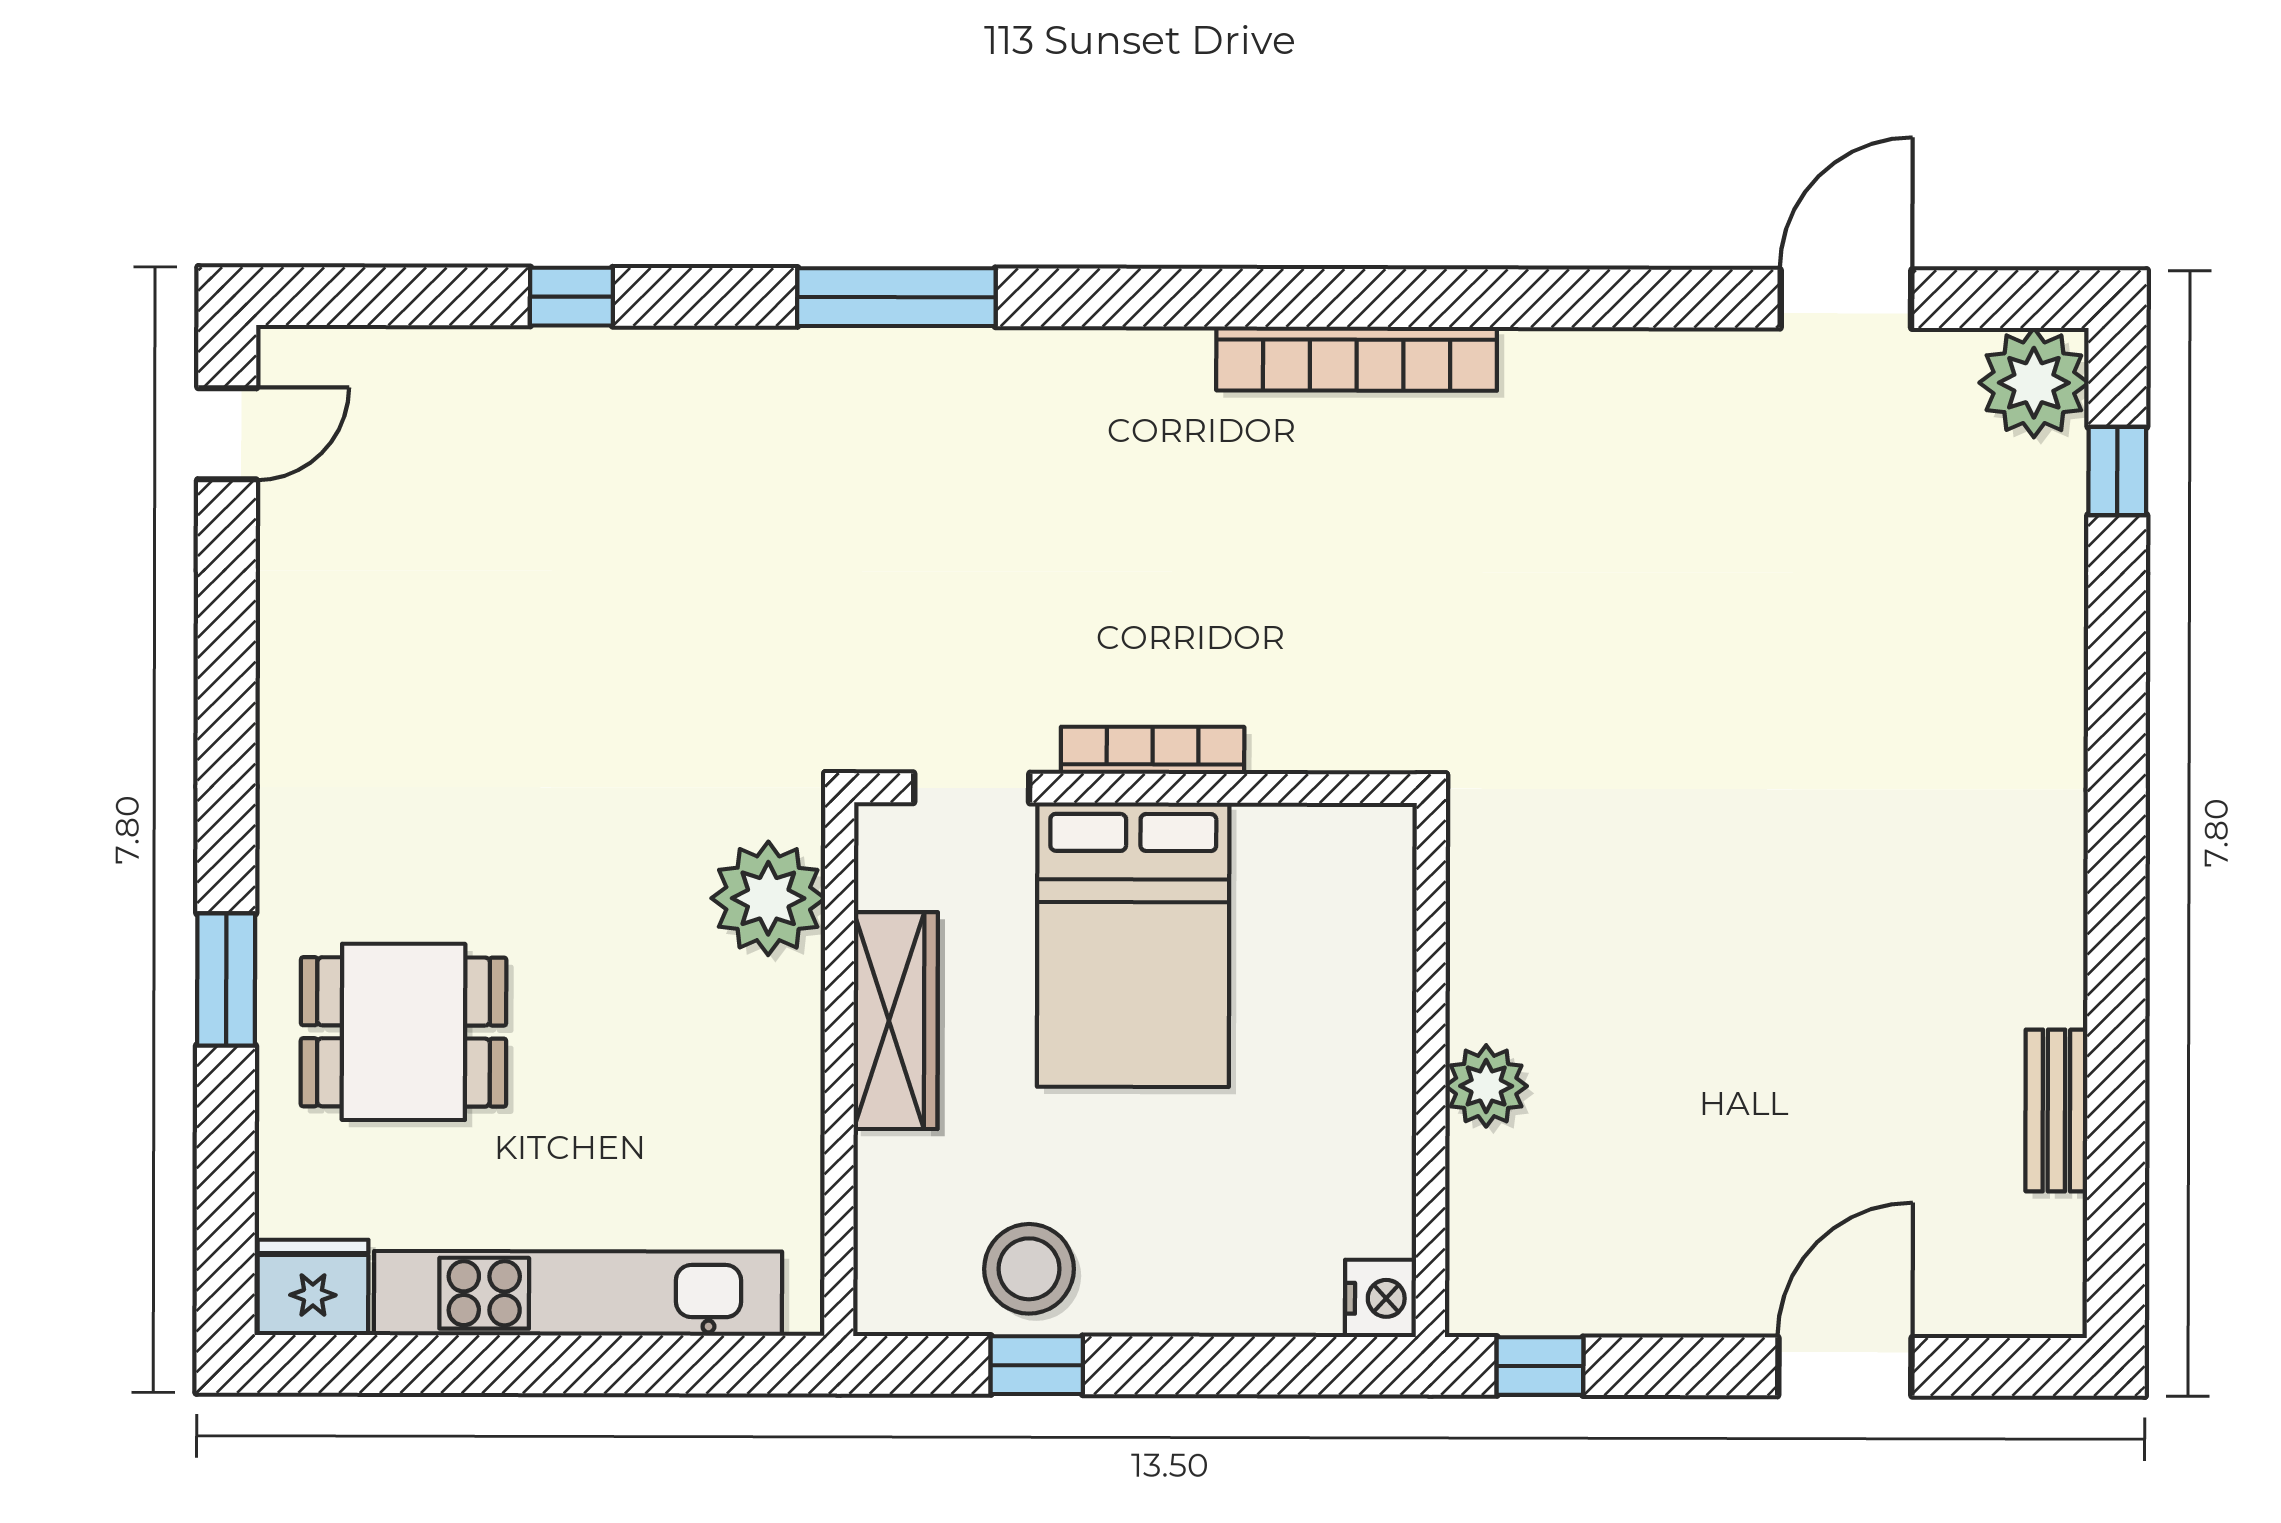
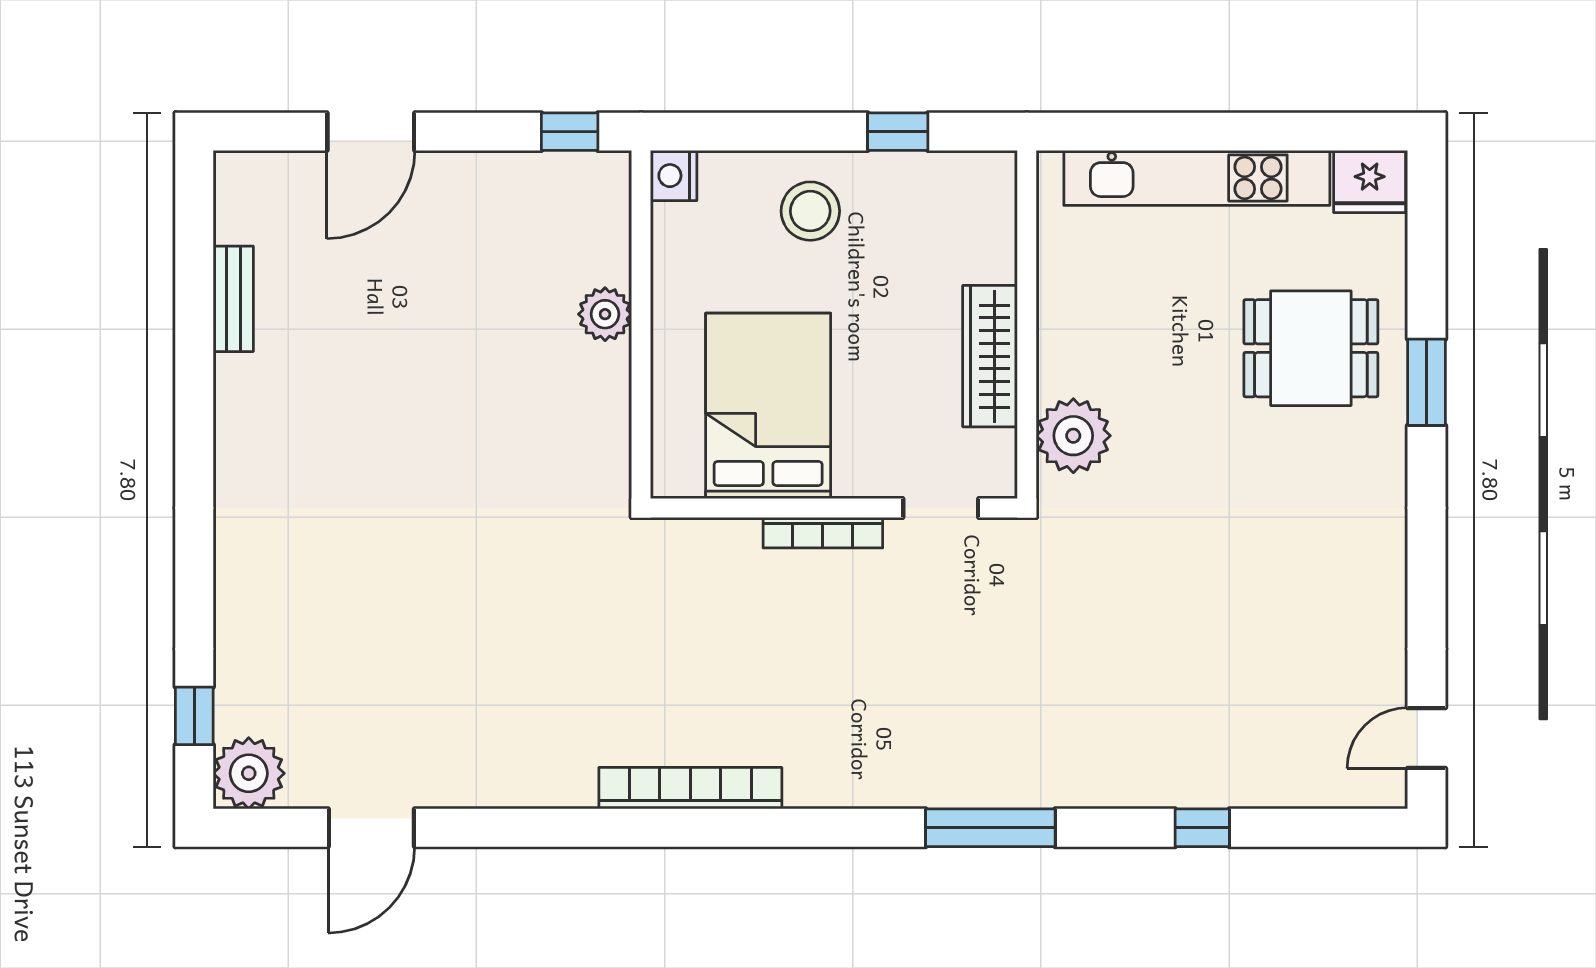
bed: (1133, 945) -> (768, 406), moved
stool: (1029, 1269) -> (810, 211), moved

